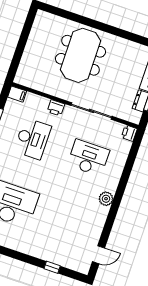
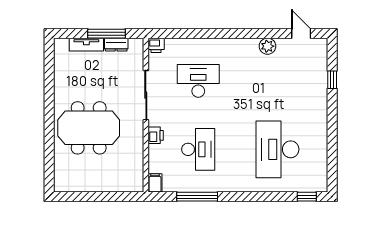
desk: (33, 139) -> (198, 149), turned 90
desk: (88, 158) -> (198, 81), turned 90
plant: (106, 199) -> (267, 46), moved

